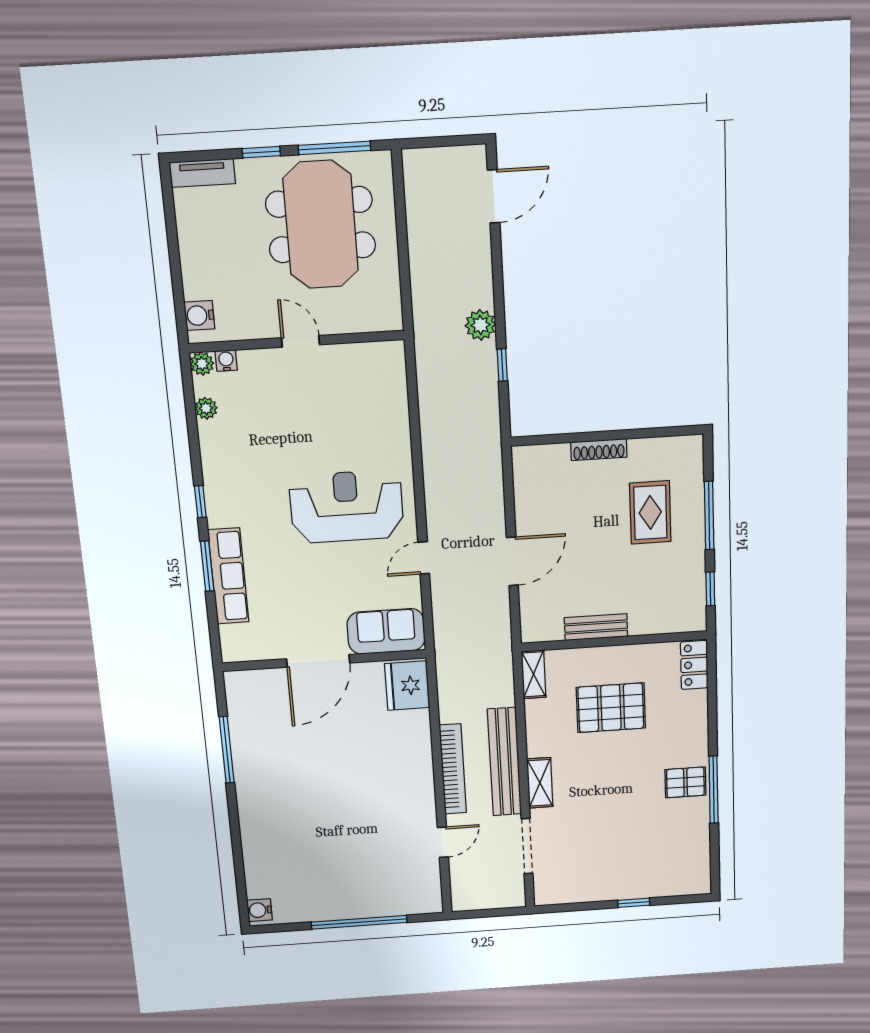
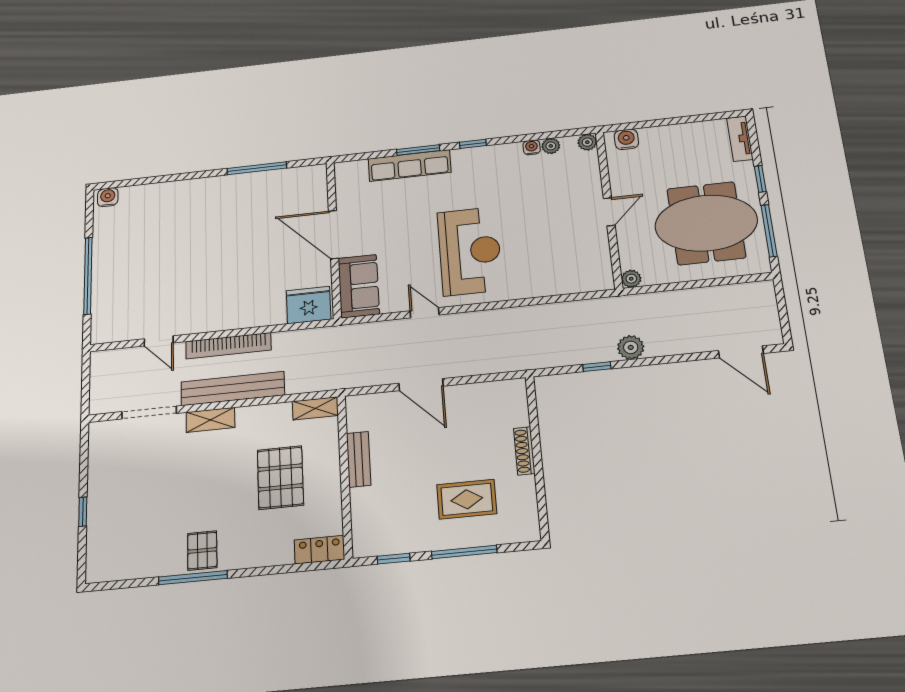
plant: (392, 320) -> (631, 279), added
water cooler: (226, 361) -> (532, 147), moved, turned -90

